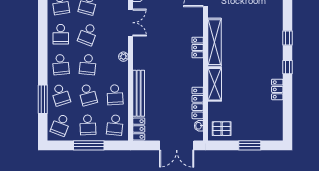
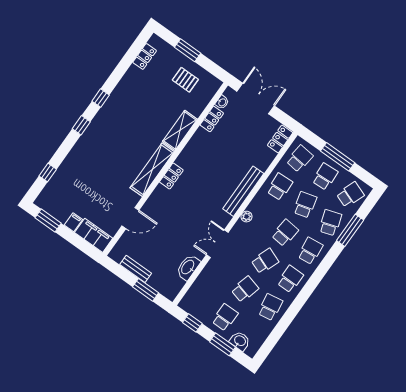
locker: (277, 89) -> (145, 56), moved
bench: (139, 93) -> (243, 191), moved
locker: (198, 103) -> (212, 119), width x0.66
pallet: (222, 129) -> (185, 80), moved

